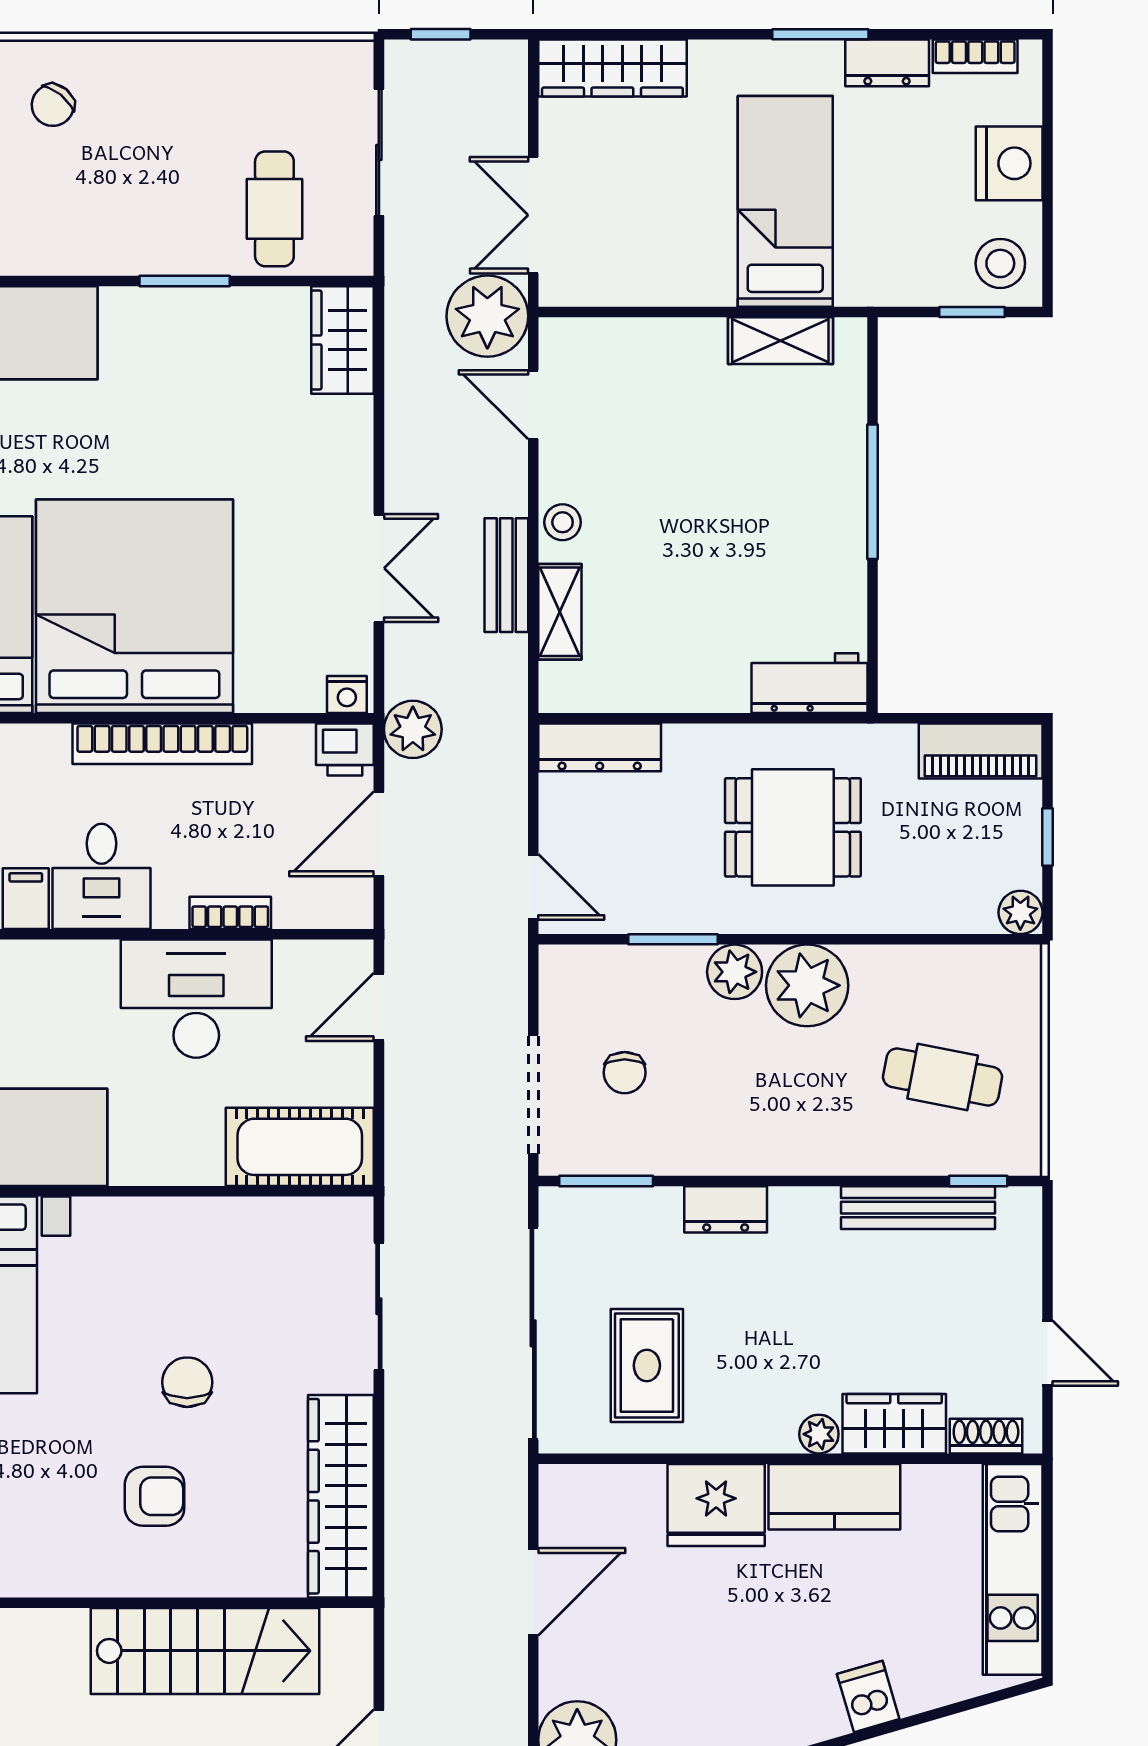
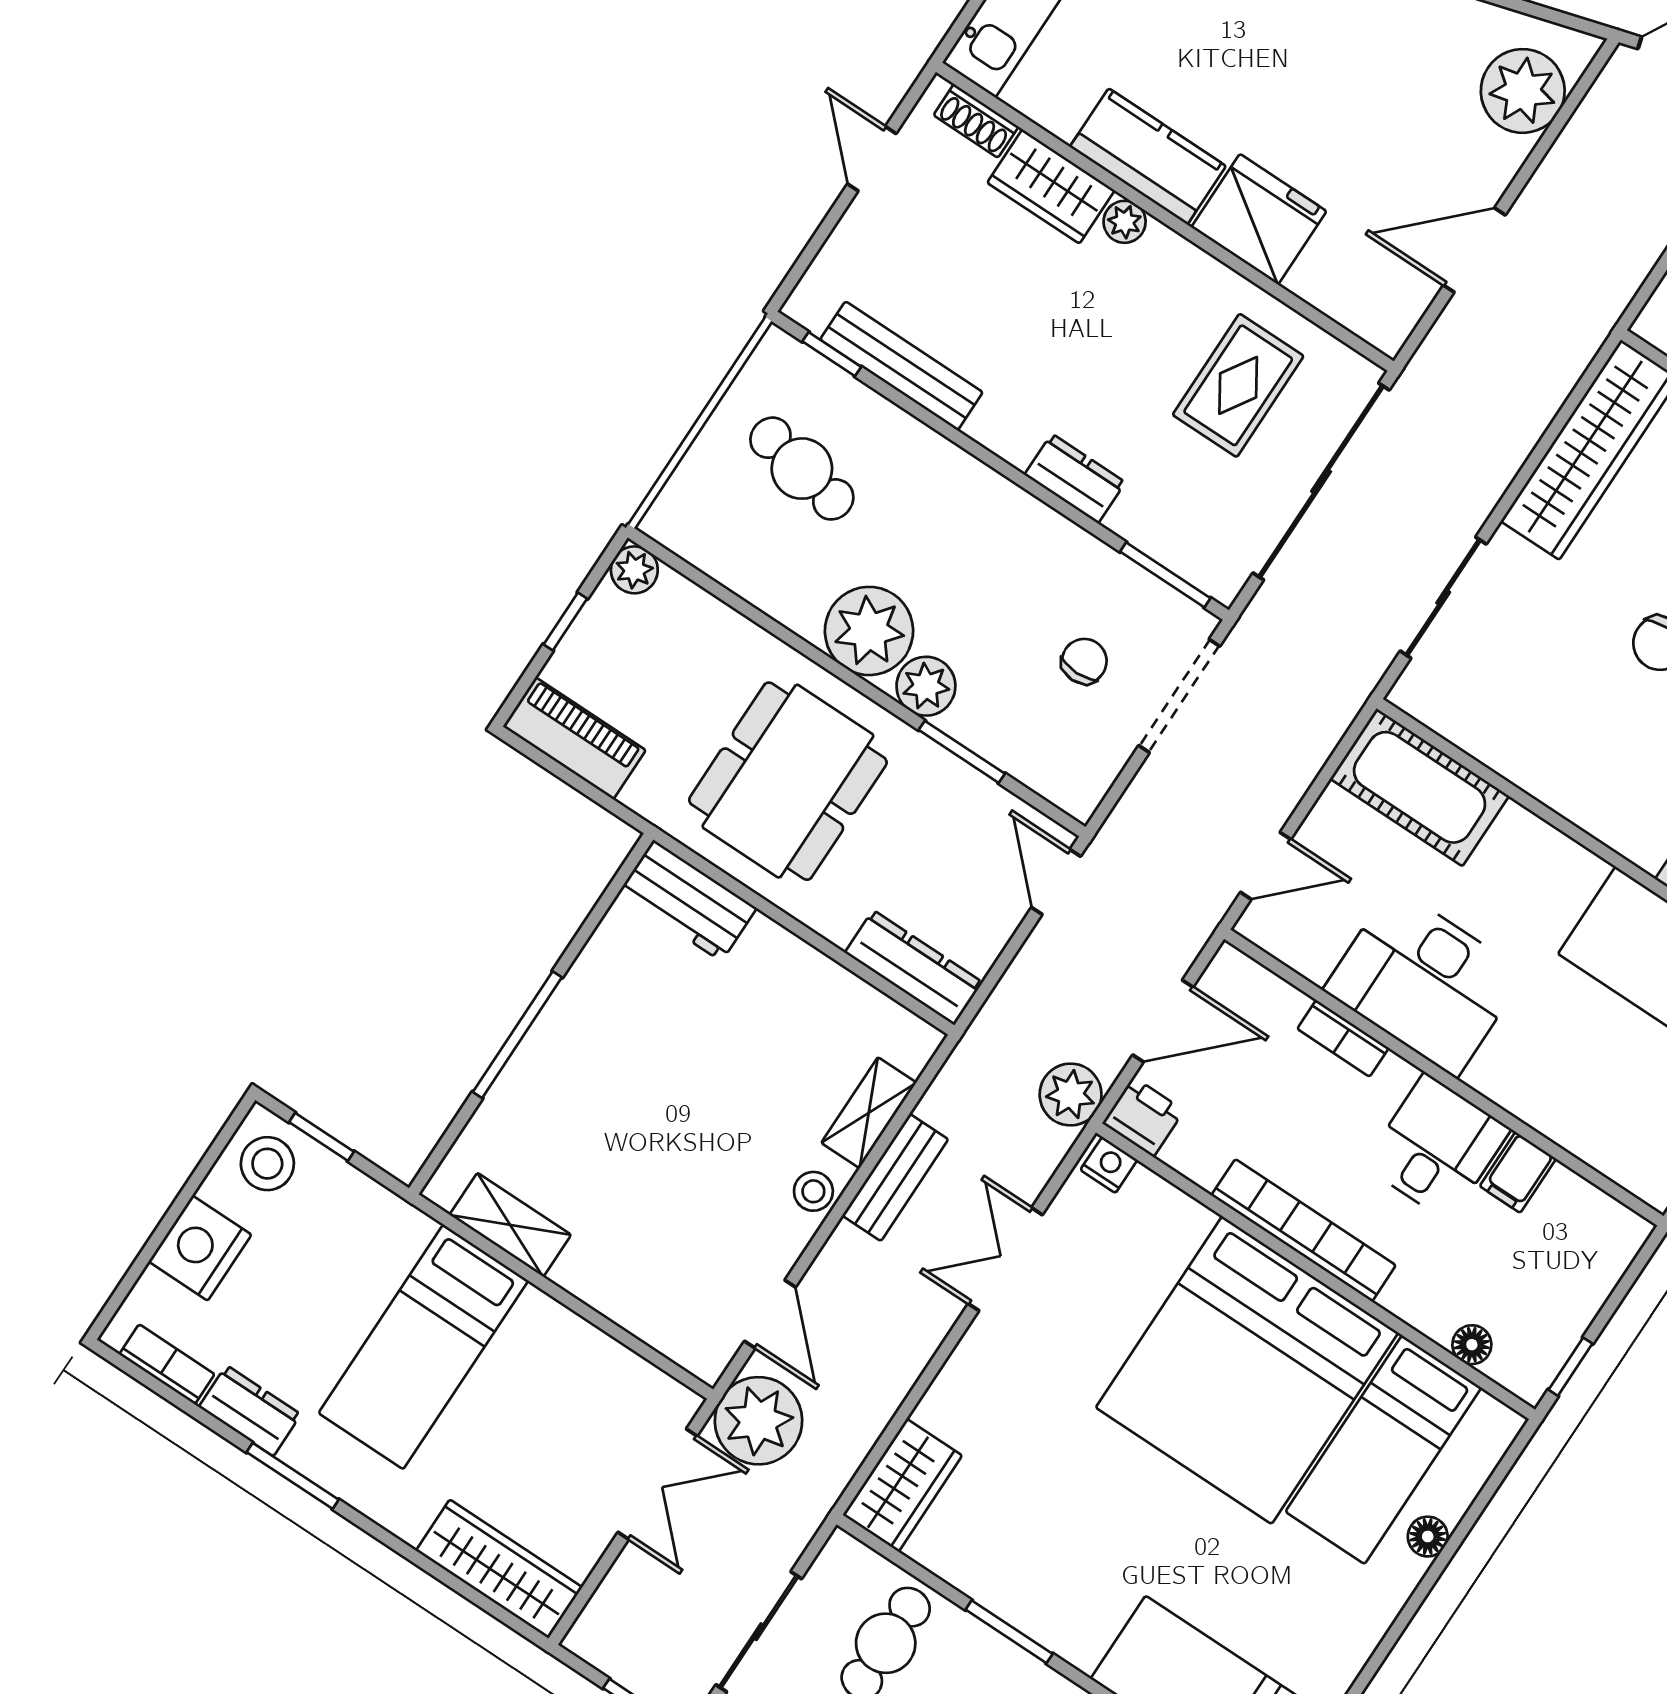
dining table: (793, 827) -> (788, 781), width x1.38

